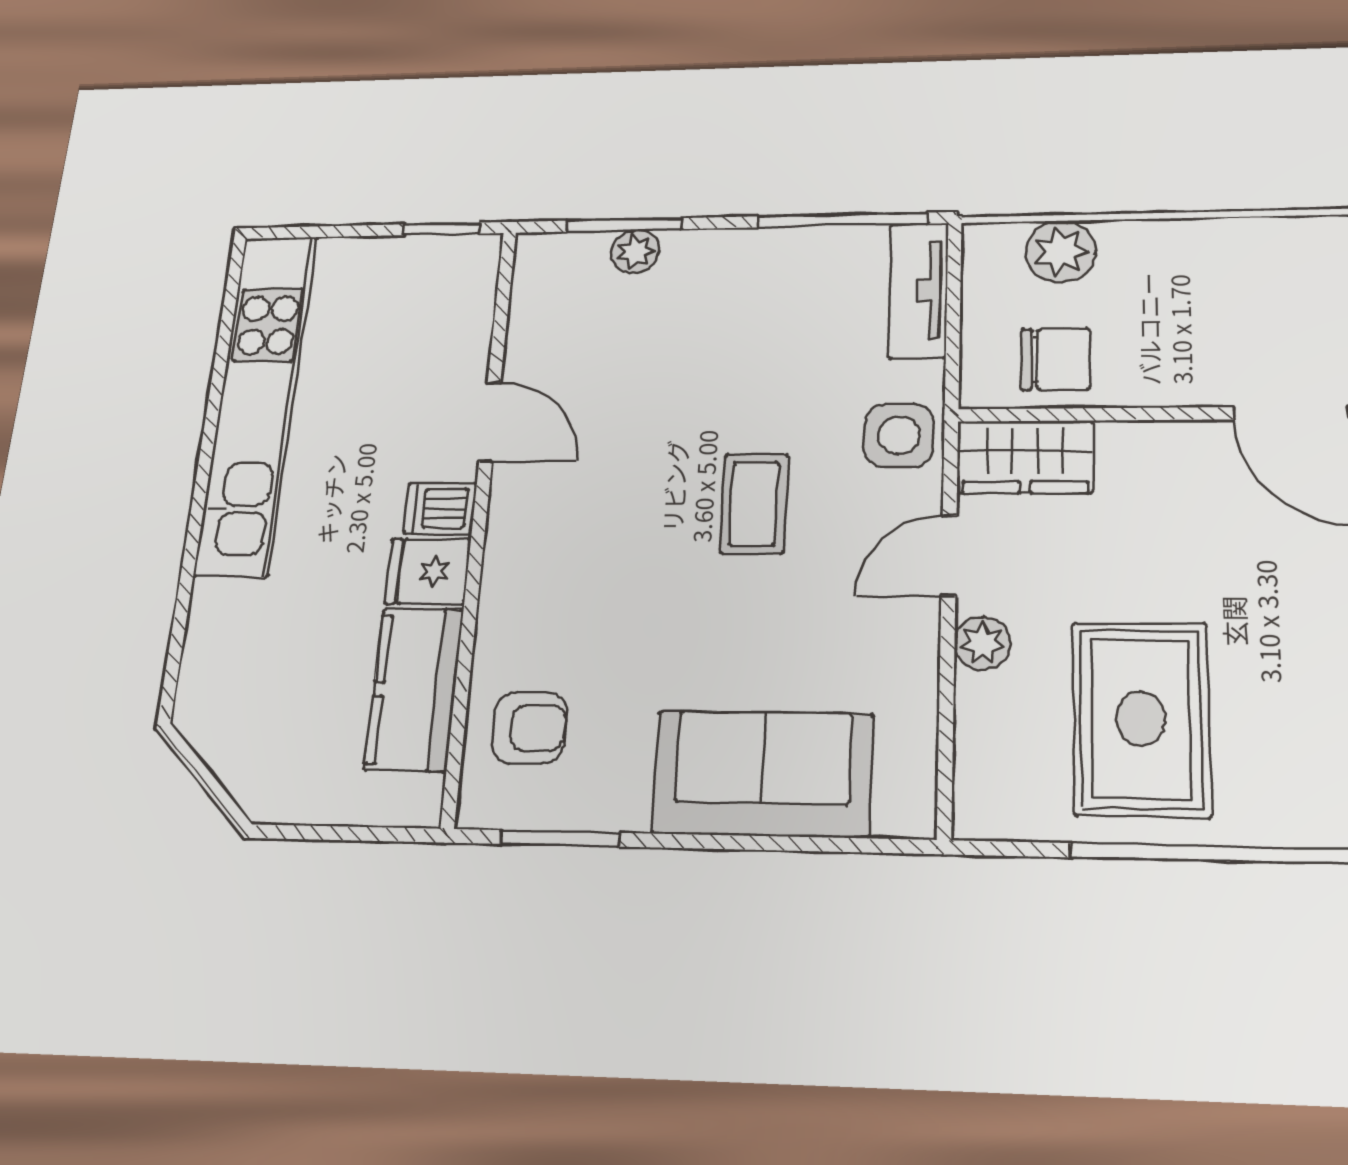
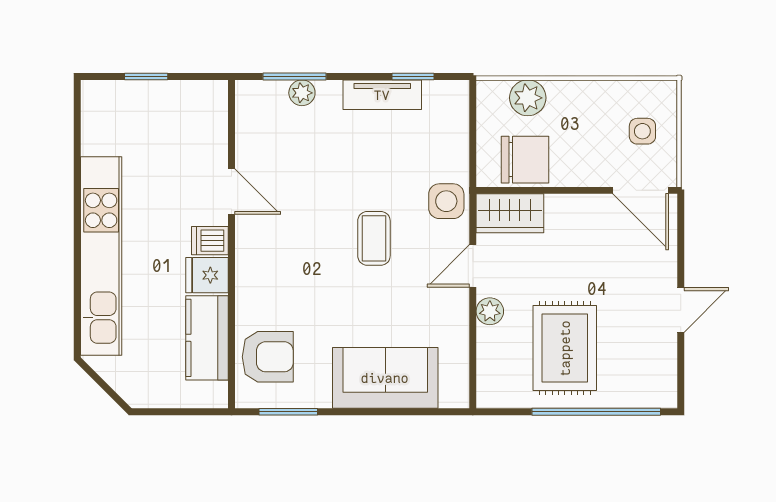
window: (842, 220) -> (413, 76), width x0.46
window: (441, 229) -> (146, 76), moved
tv unit: (919, 290) -> (382, 95), moved, turned -90
side table: (1290, 306) -> (642, 131), added
chair: (1055, 359) -> (525, 160), width x1.37, depth x1.37
kitchen unit: (256, 402) -> (101, 256), moved
armchair: (529, 727) -> (268, 357), width x1.38, depth x1.38

